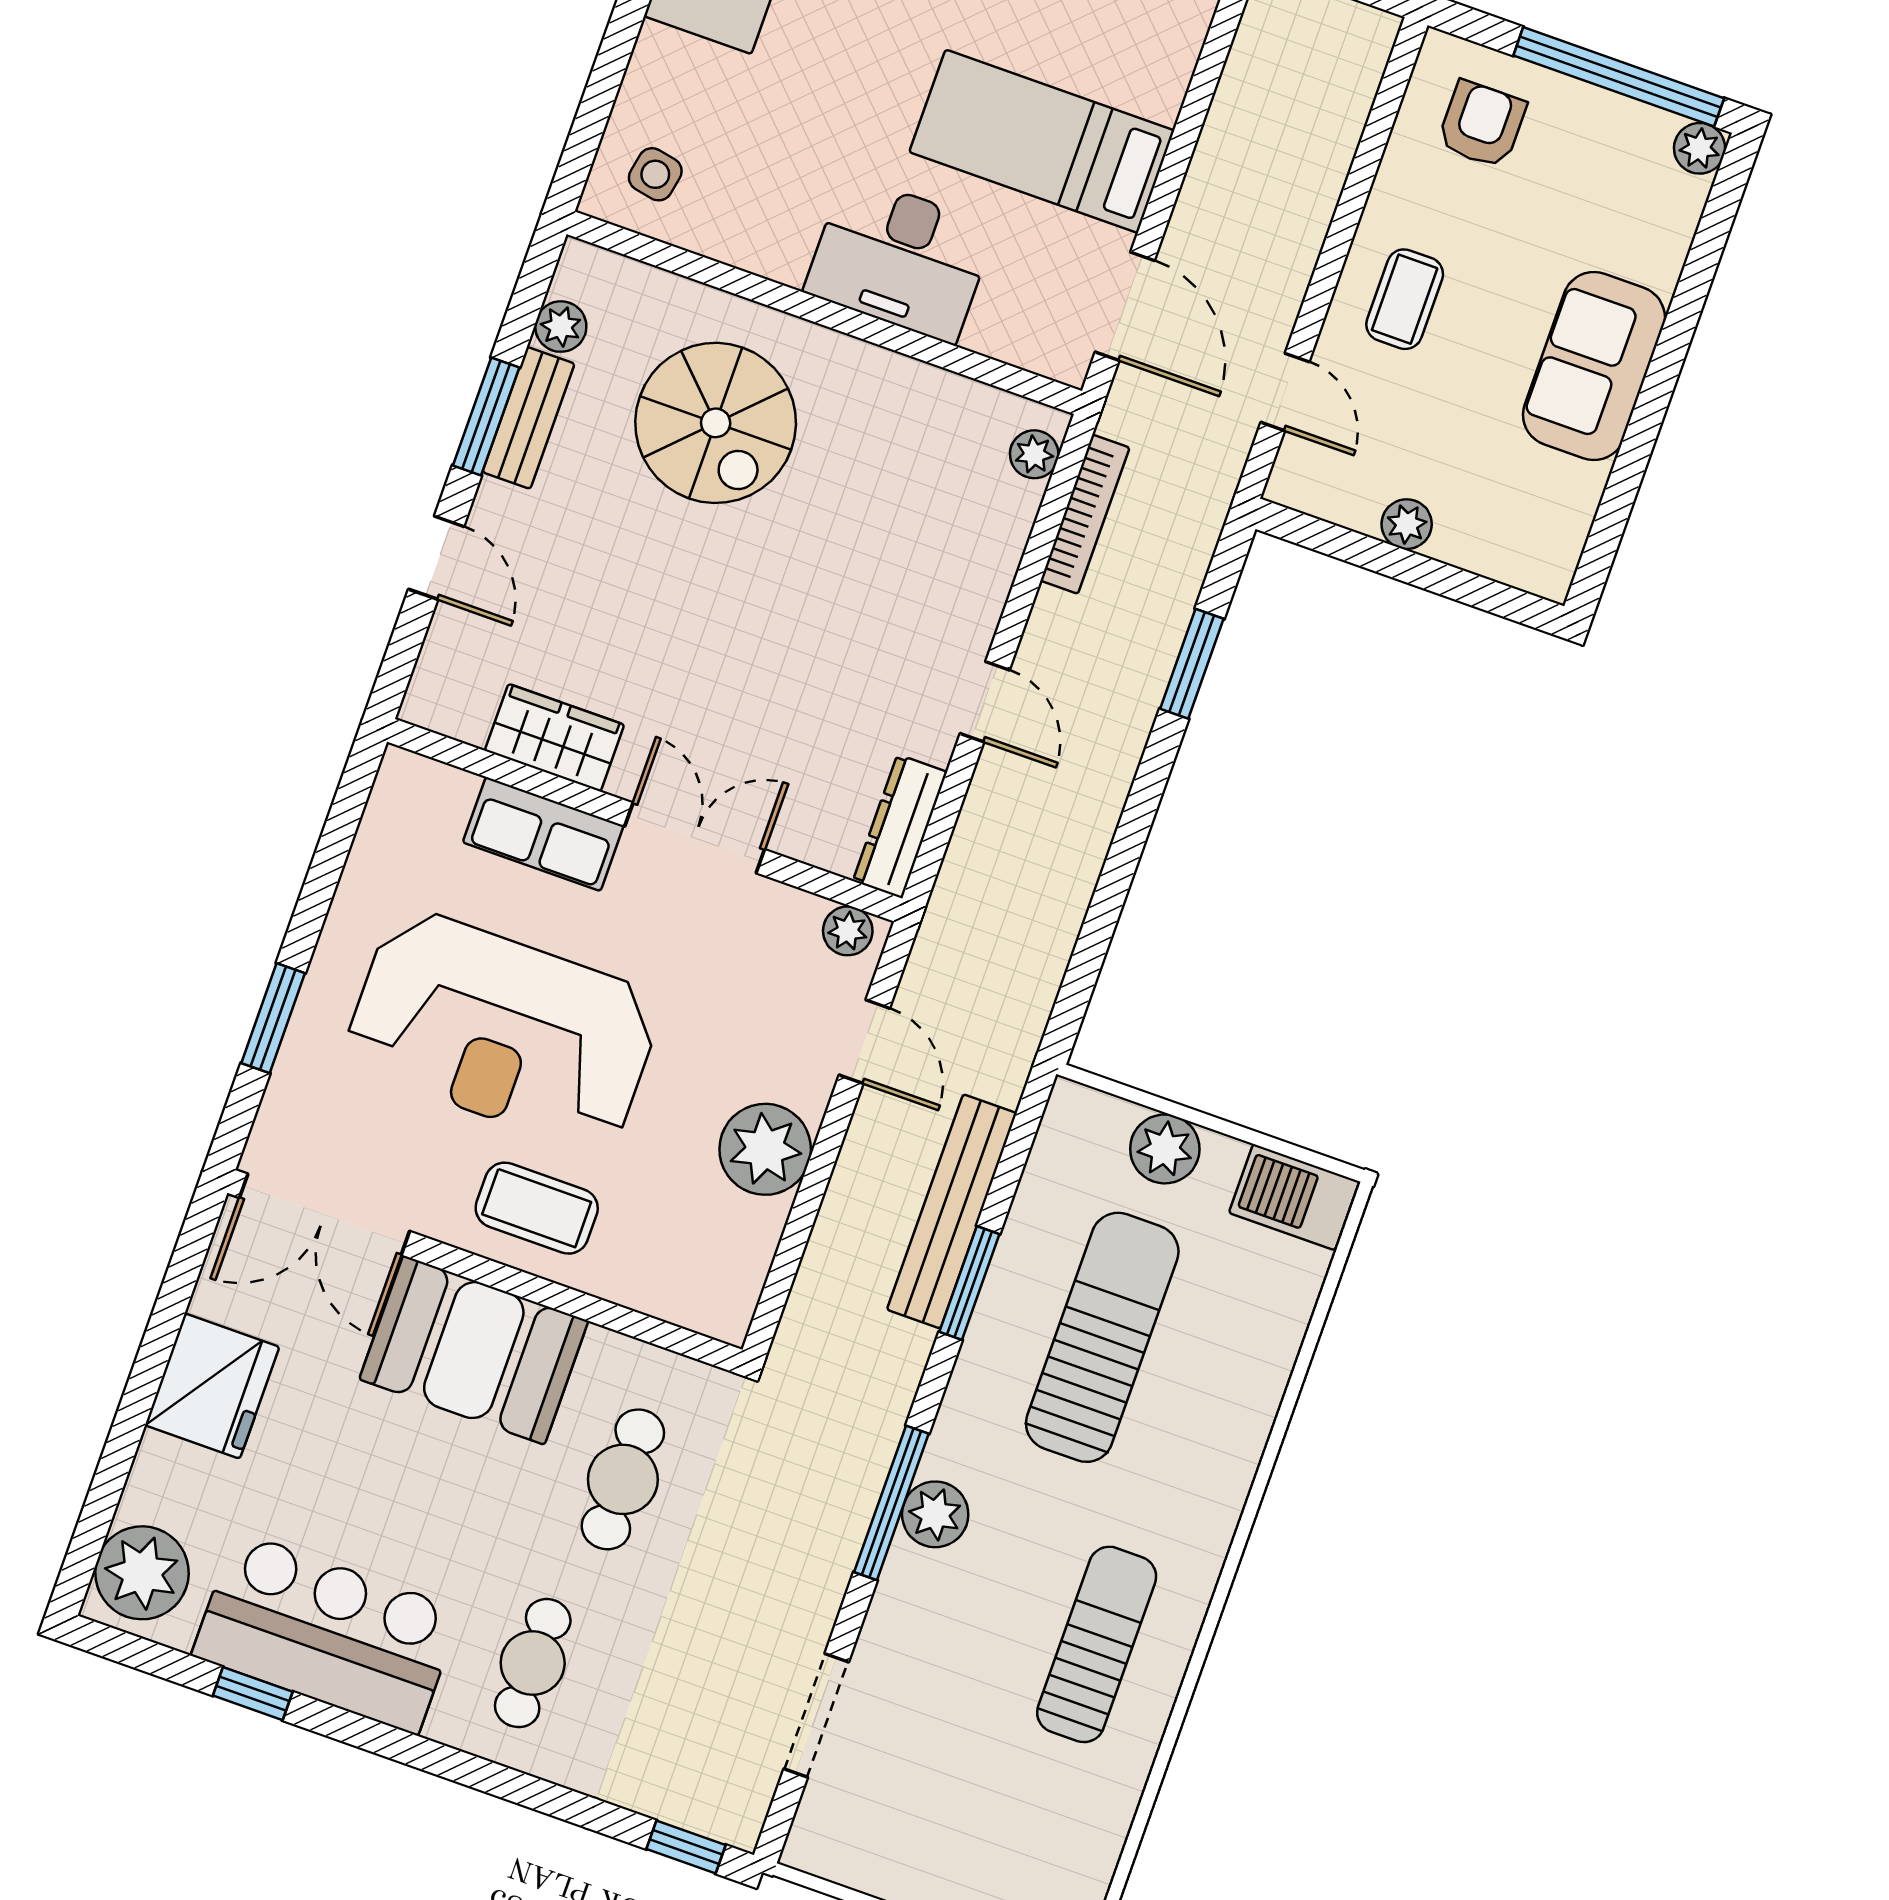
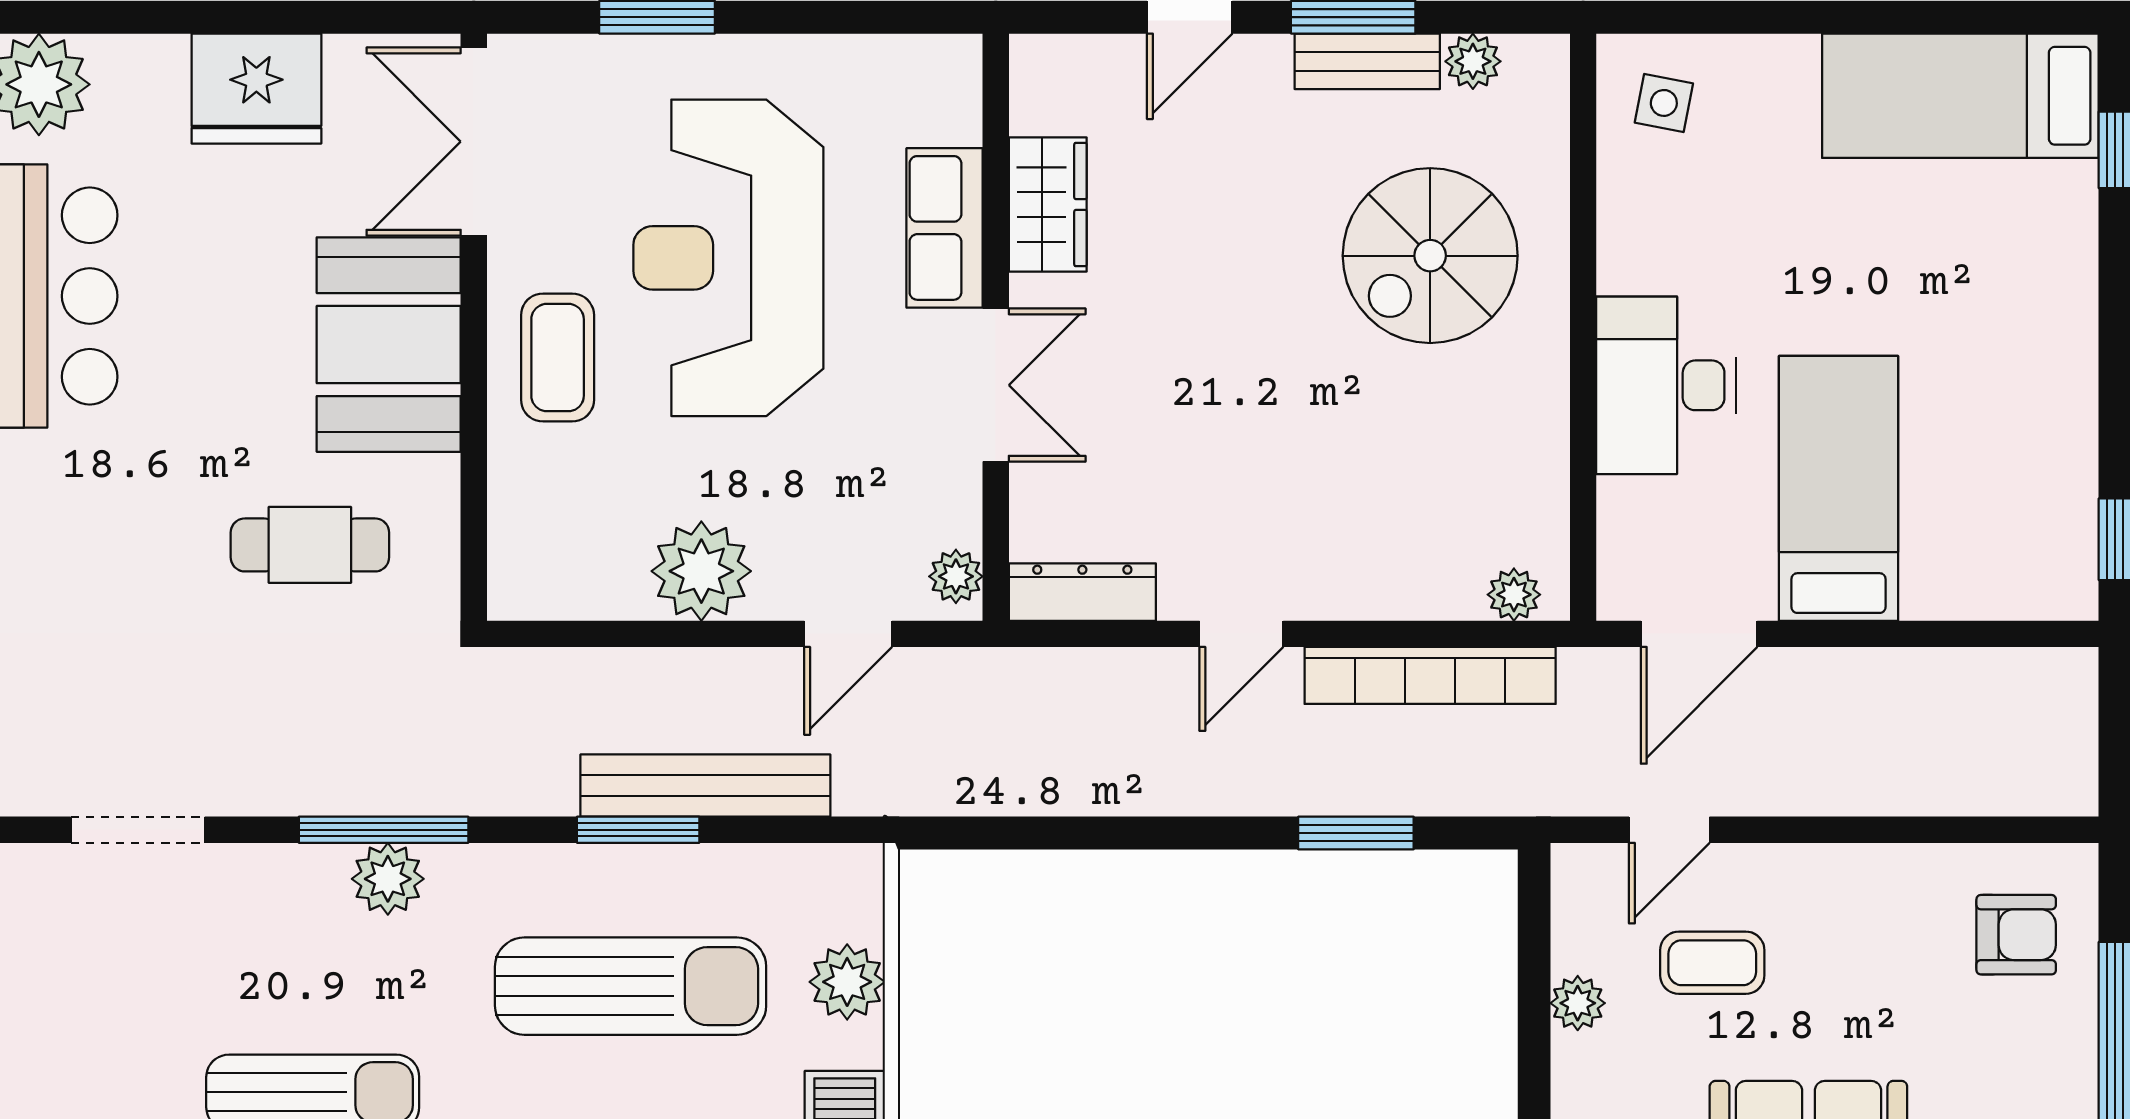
coffee table: (1405, 299) -> (1712, 963), moved
bookcase: (1085, 514) -> (1430, 675), width x1.48, depth x1.31
cafe table: (533, 1663) -> (88, 519), removed

